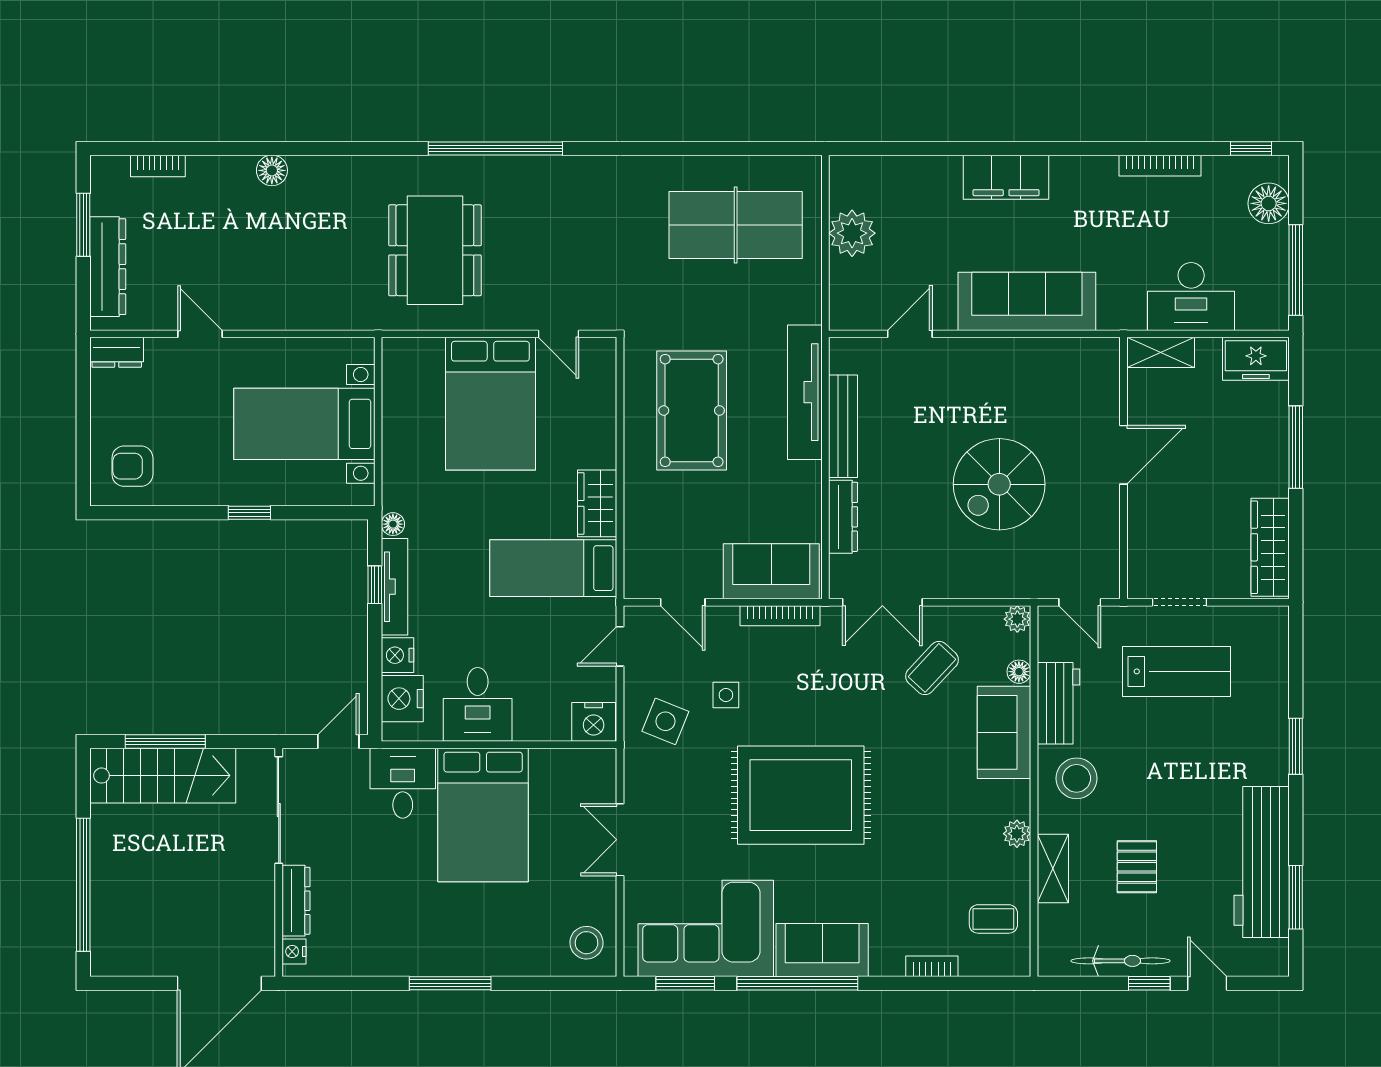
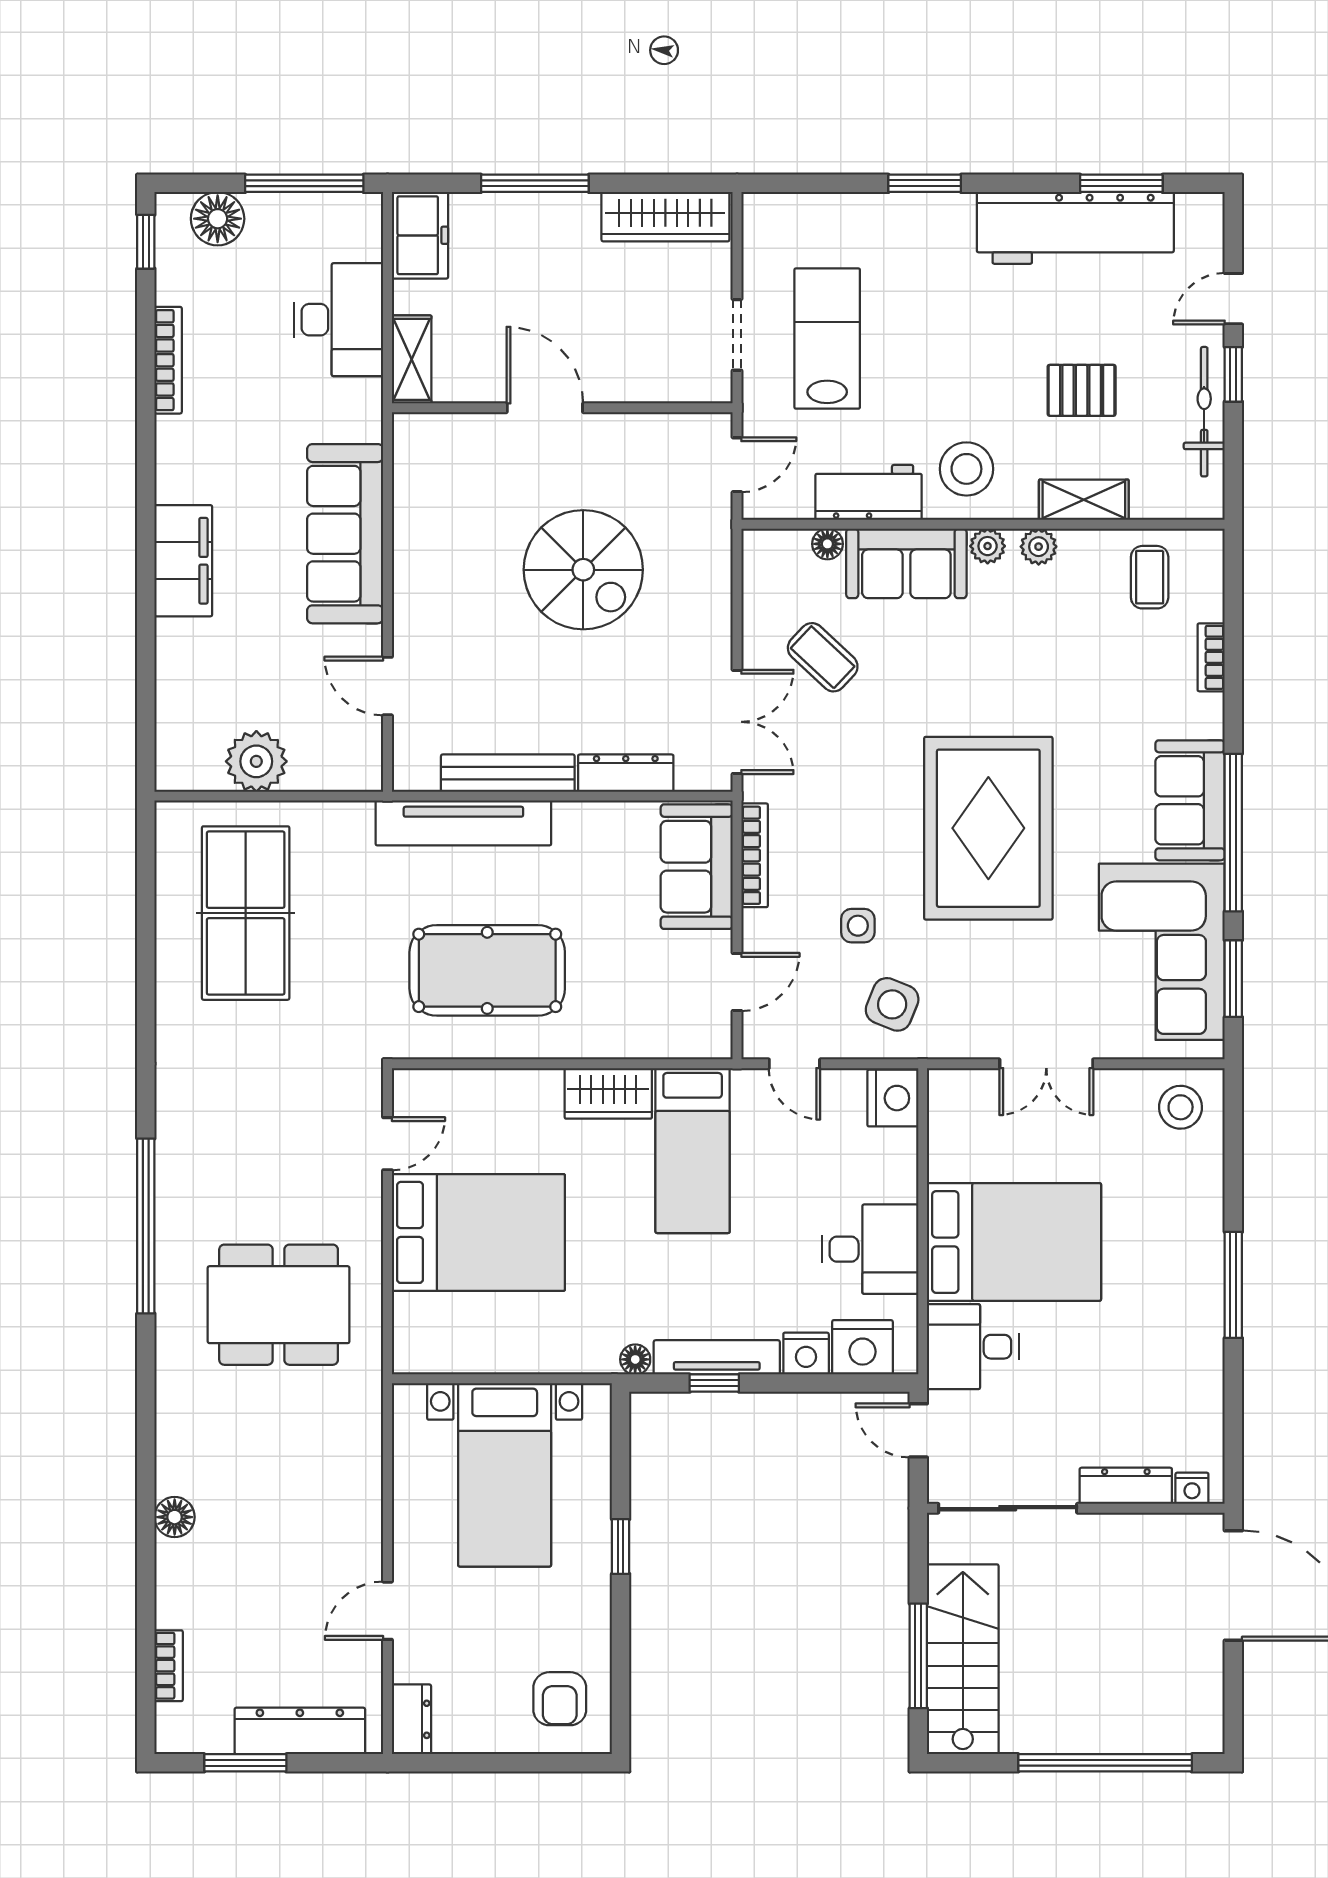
plant: (1017, 619) -> (988, 546), moved

